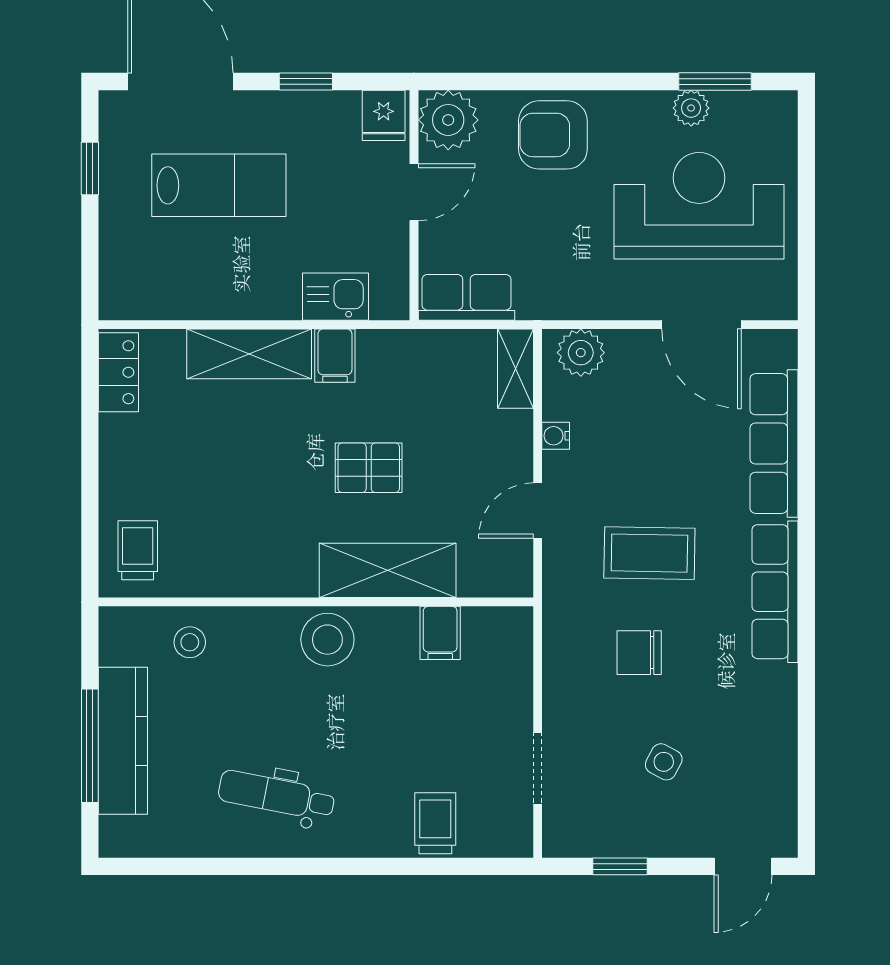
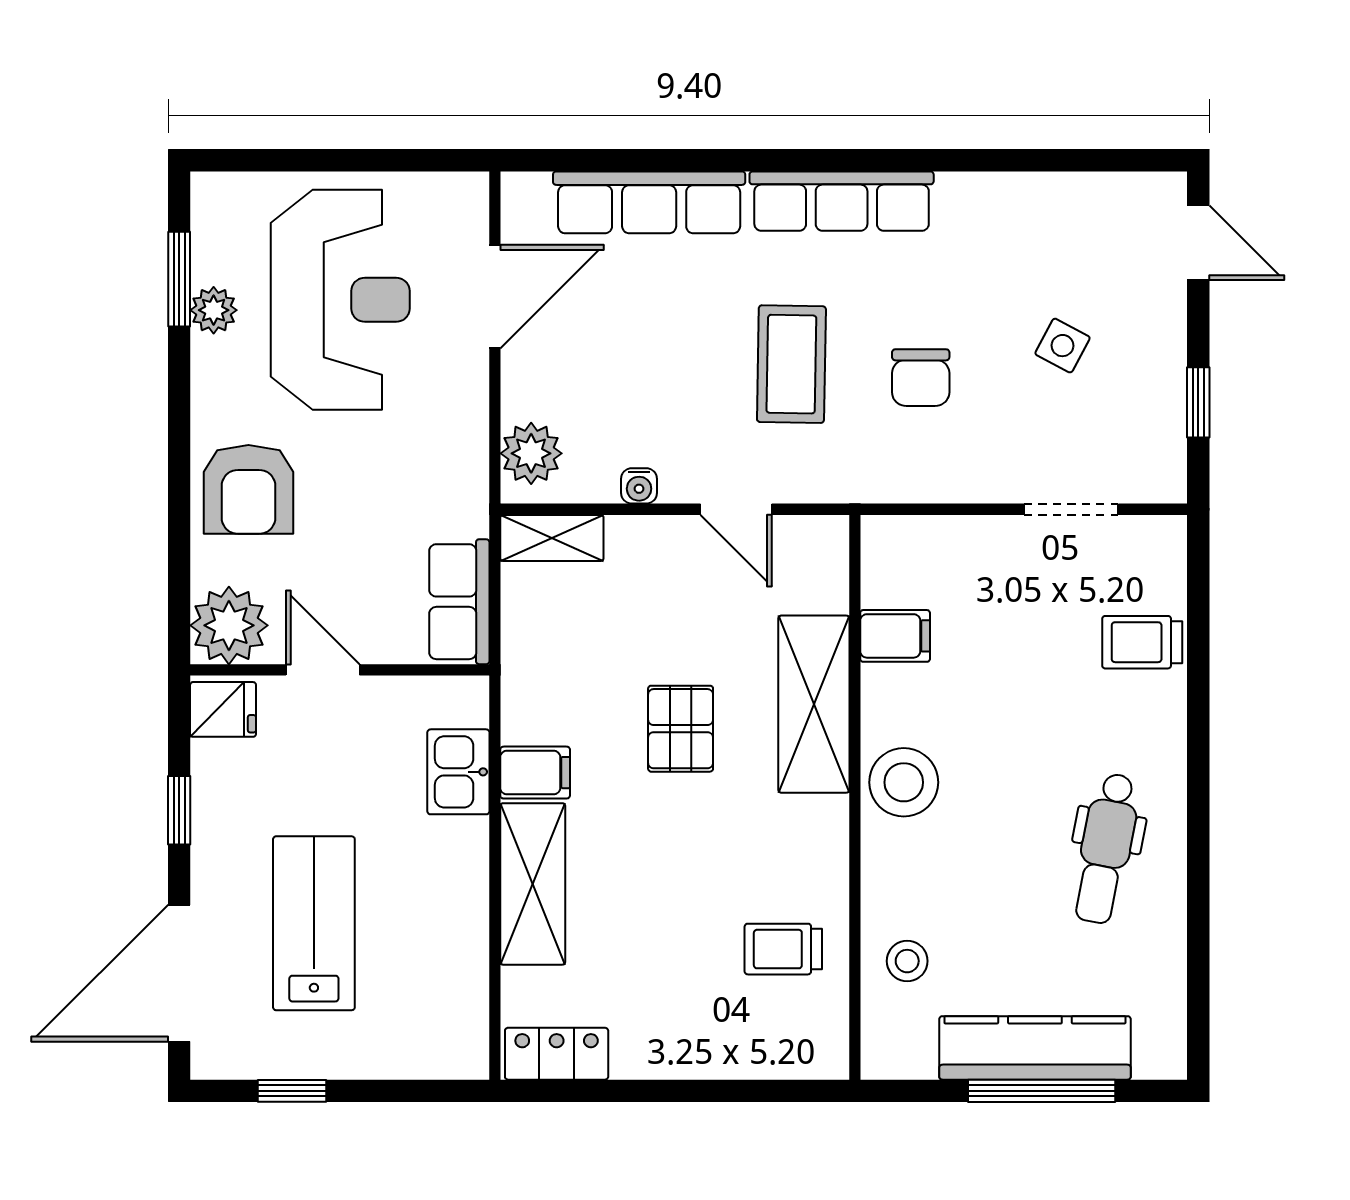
reception desk: (699, 206) -> (340, 300), turned 180
trolley: (138, 550) -> (783, 949), moved

